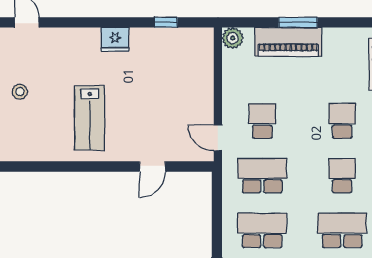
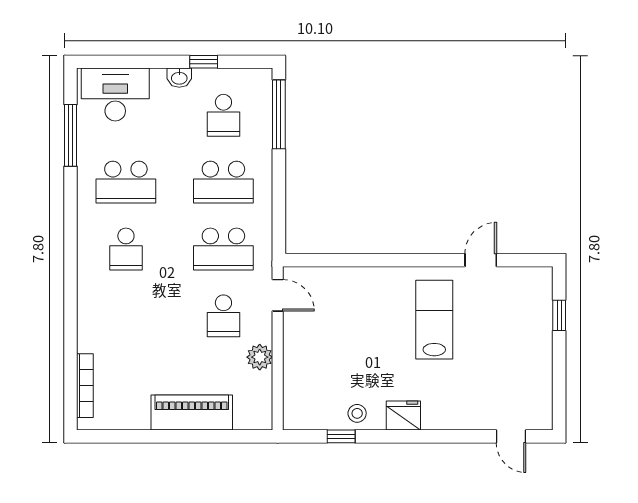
window: (298, 22) -> (180, 436), removed
plant: (233, 38) -> (260, 357), moved
stool: (20, 92) -> (357, 413), moved
school desk: (342, 121) -> (126, 316), removed
door: (152, 167) -> (481, 260), moved

